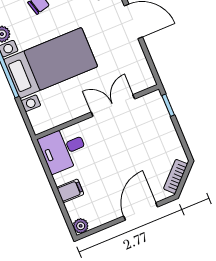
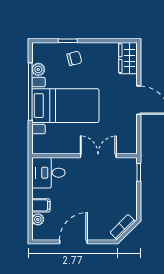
door: (141, 211) -> (73, 242), moved
plant: (81, 226) -> (38, 219), moved

